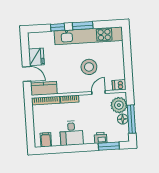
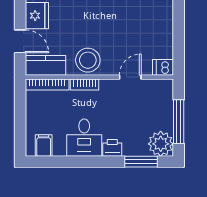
stool: (89, 67) -> (88, 60), moved
plant: (119, 105) -> (161, 144), moved
floor lamp: (123, 119) -> (165, 121), removed
printer: (101, 138) -> (112, 148), moved

